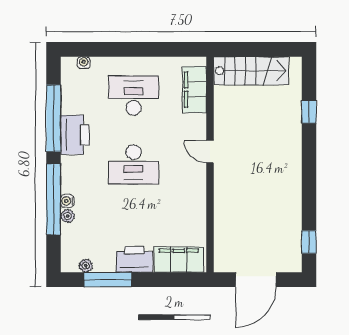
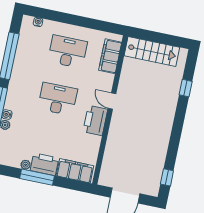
printer: (75, 135) -> (95, 120), moved, turned 180
desk: (134, 164) -> (58, 99), turned 180
plant: (86, 266) -> (26, 165), moved
window: (108, 280) -> (37, 177), moved

